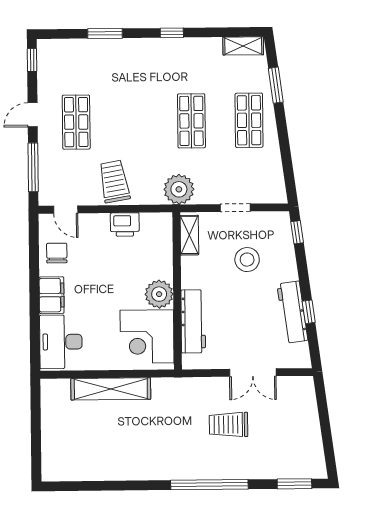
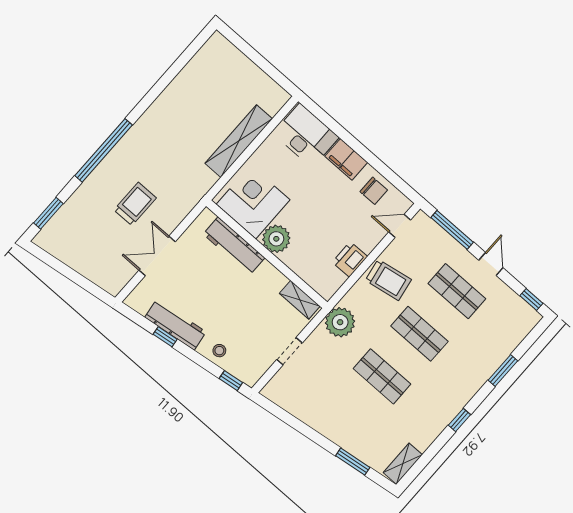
shop shelf: (249, 120) -> (419, 334), moved
stool: (247, 260) -> (219, 351), moved, width x0.53, depth x0.53

